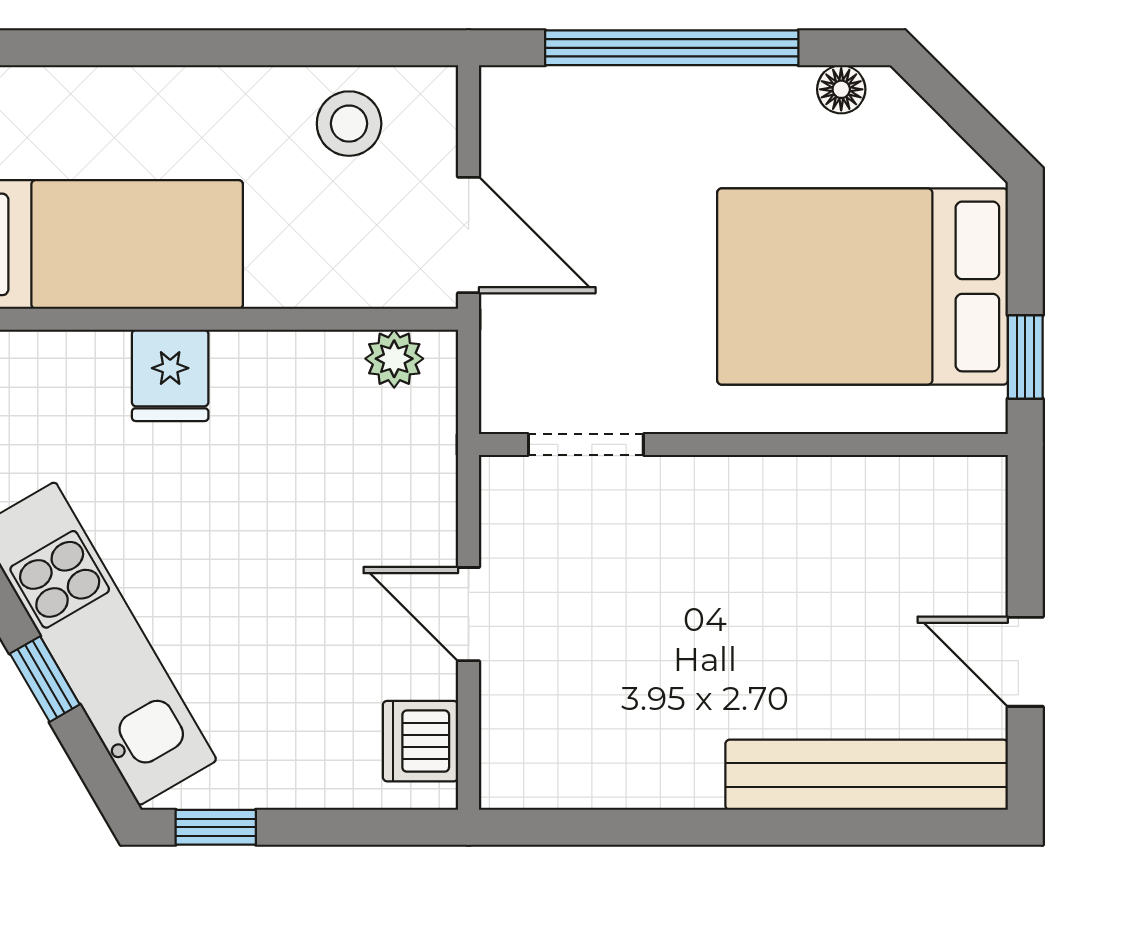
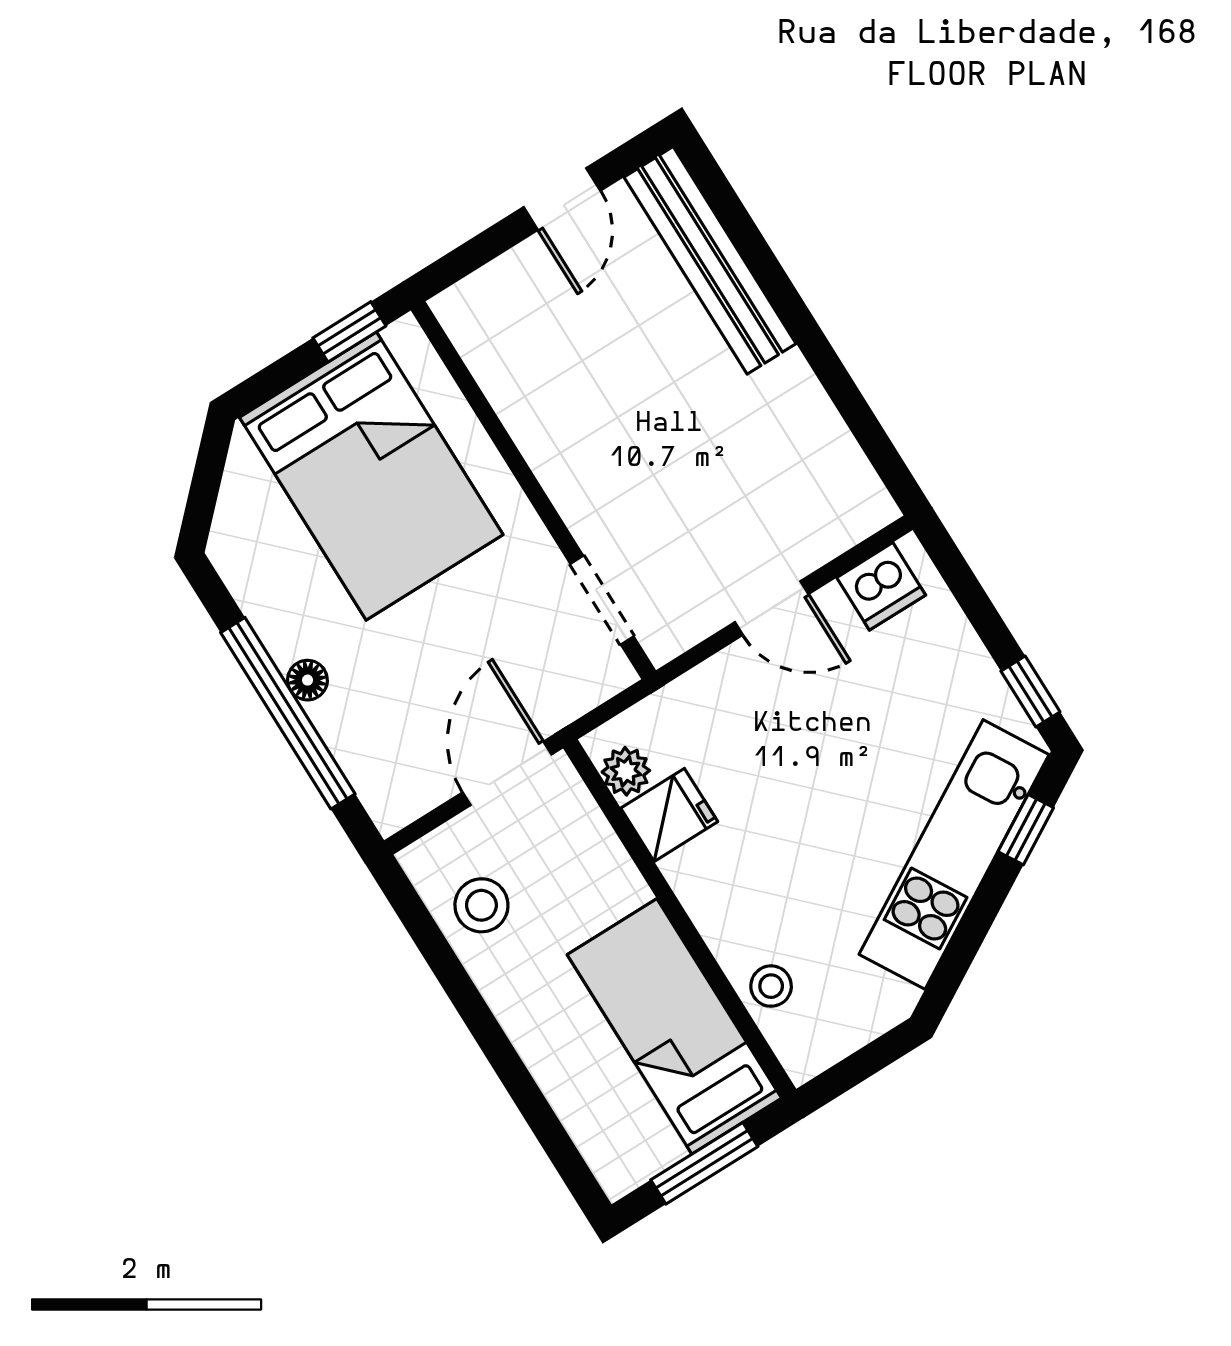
floor lamp: (841, 89) -> (307, 680), moved
stool: (79, 370) -> (771, 986), added
fridge: (170, 375) -> (669, 815), moved
door: (469, 614) -> (772, 608), hinge flipped
window: (45, 679) -> (1026, 830), moved

